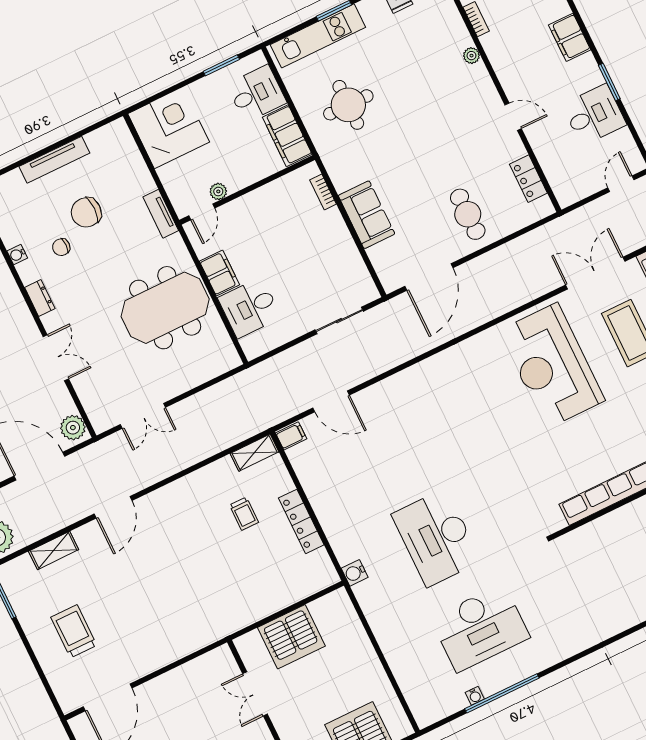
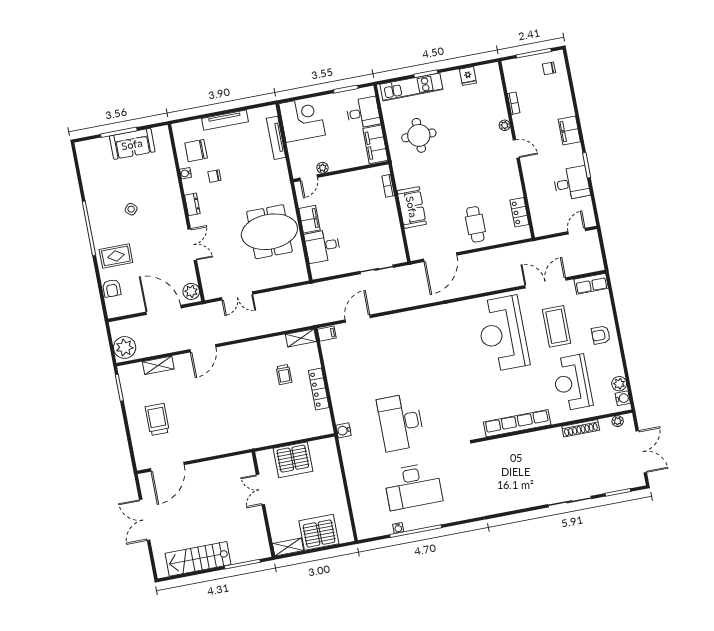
door: (513, 117) -> (516, 149), moved
chair: (86, 212) -> (196, 151), moved
tv unit: (161, 214) -> (276, 138), moved, width x1.41
door: (331, 401) -> (358, 319), swing flipped

